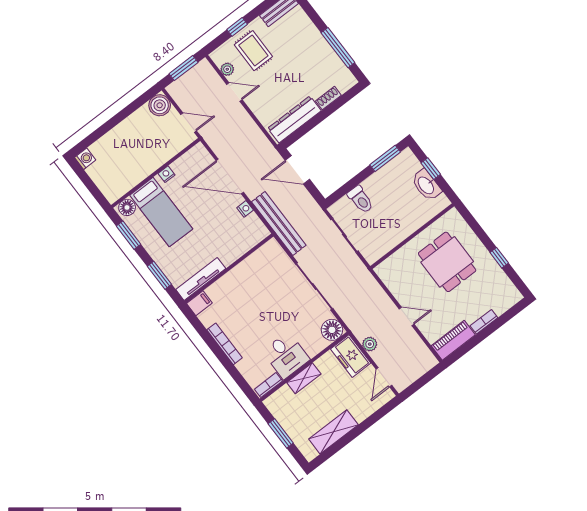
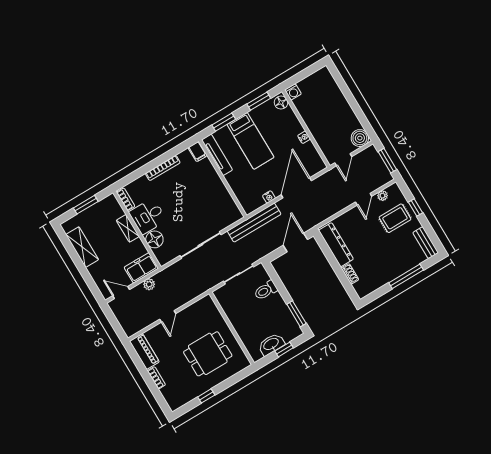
window: (338, 48) -> (406, 276), moved
washing machine: (85, 159) -> (293, 92), moved
bed: (161, 212) -> (250, 141), moved, turned -90
floor lamp: (332, 330) -> (154, 239), moved

